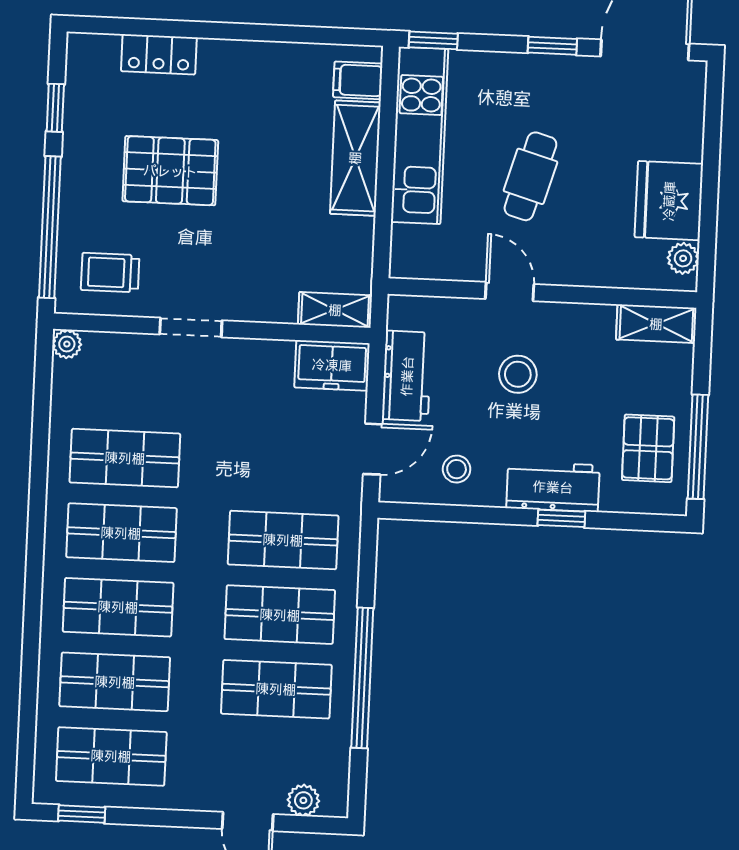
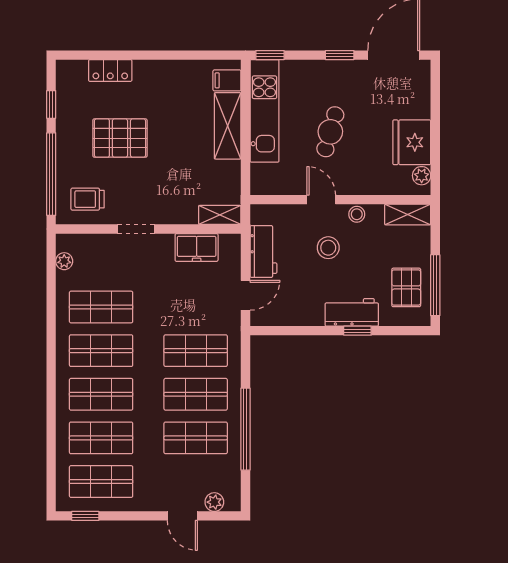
plant: (67, 344) -> (64, 261), moved
freezer: (332, 365) -> (197, 247), moved
stool: (457, 469) -> (357, 214), moved

